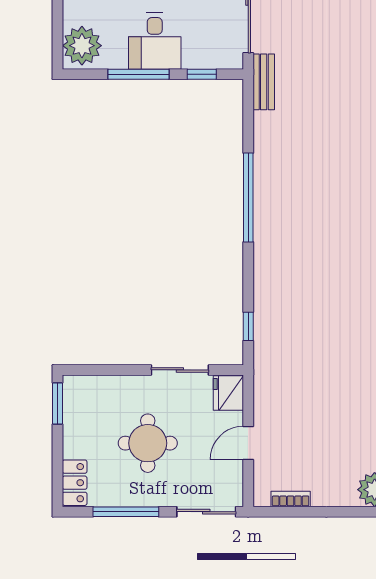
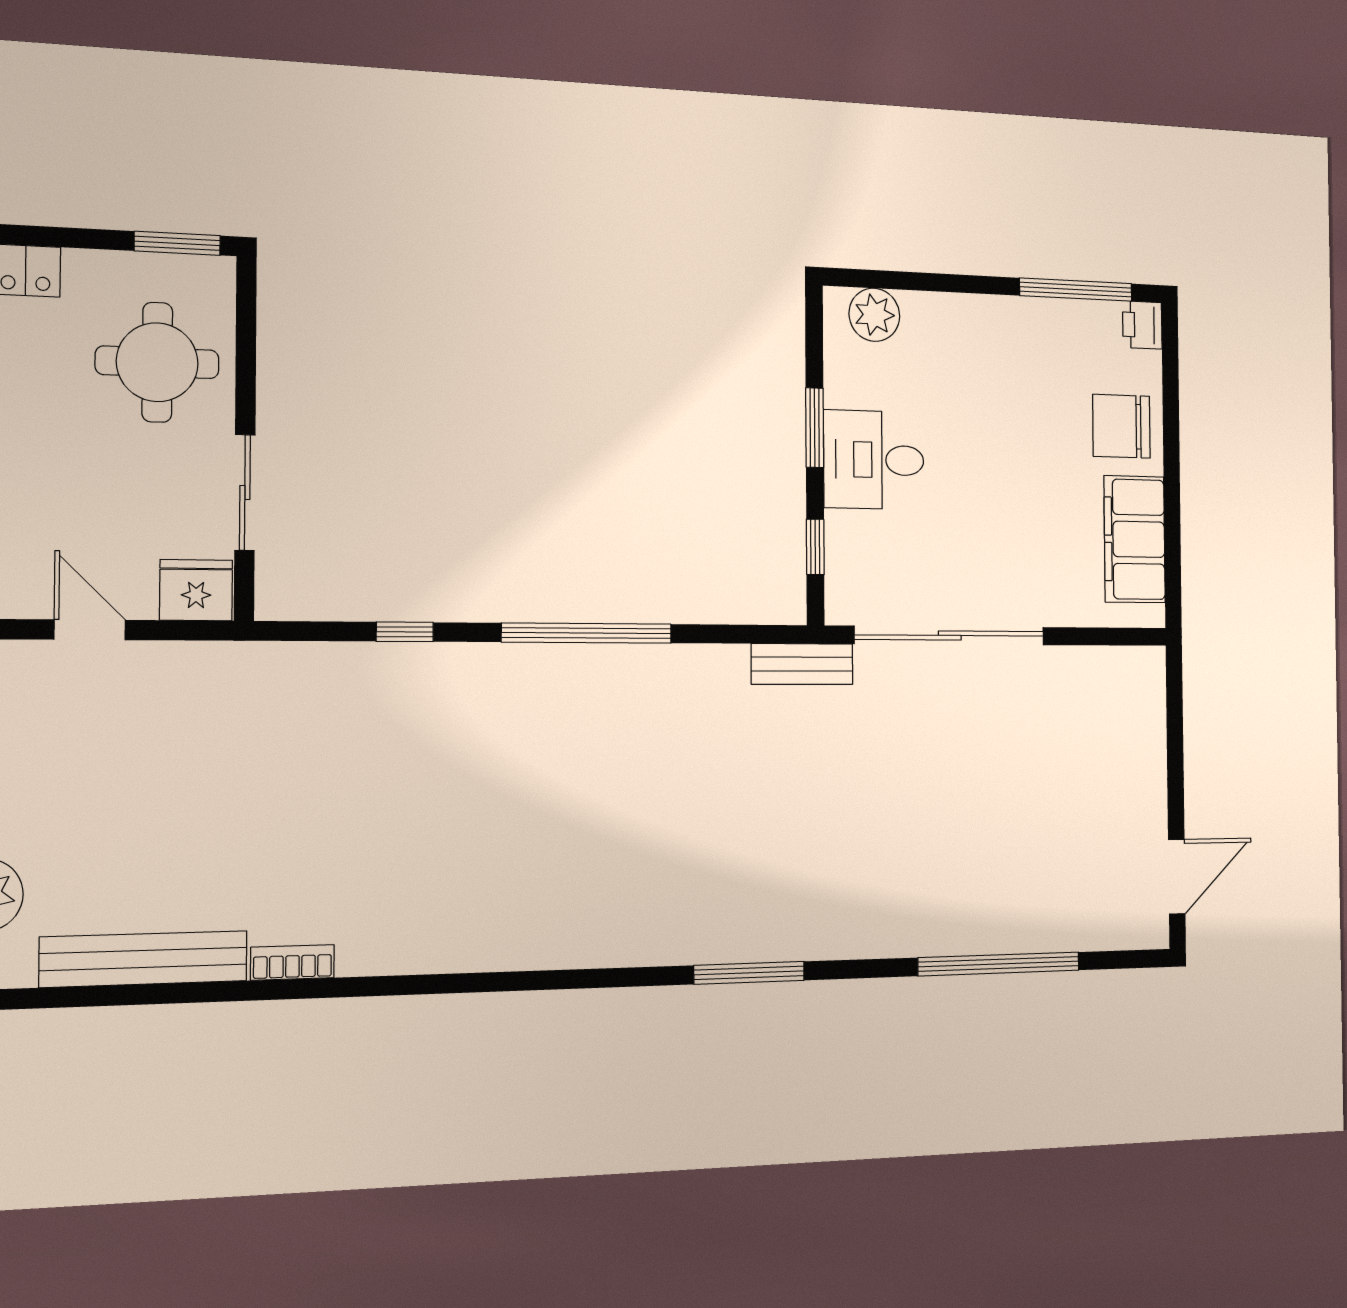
plant: (82, 46) -> (874, 315), width x0.73, depth x0.73
window: (139, 74) -> (815, 428), width x0.69
window: (248, 326) -> (405, 632), moved
round table: (148, 443) -> (157, 362), moved

